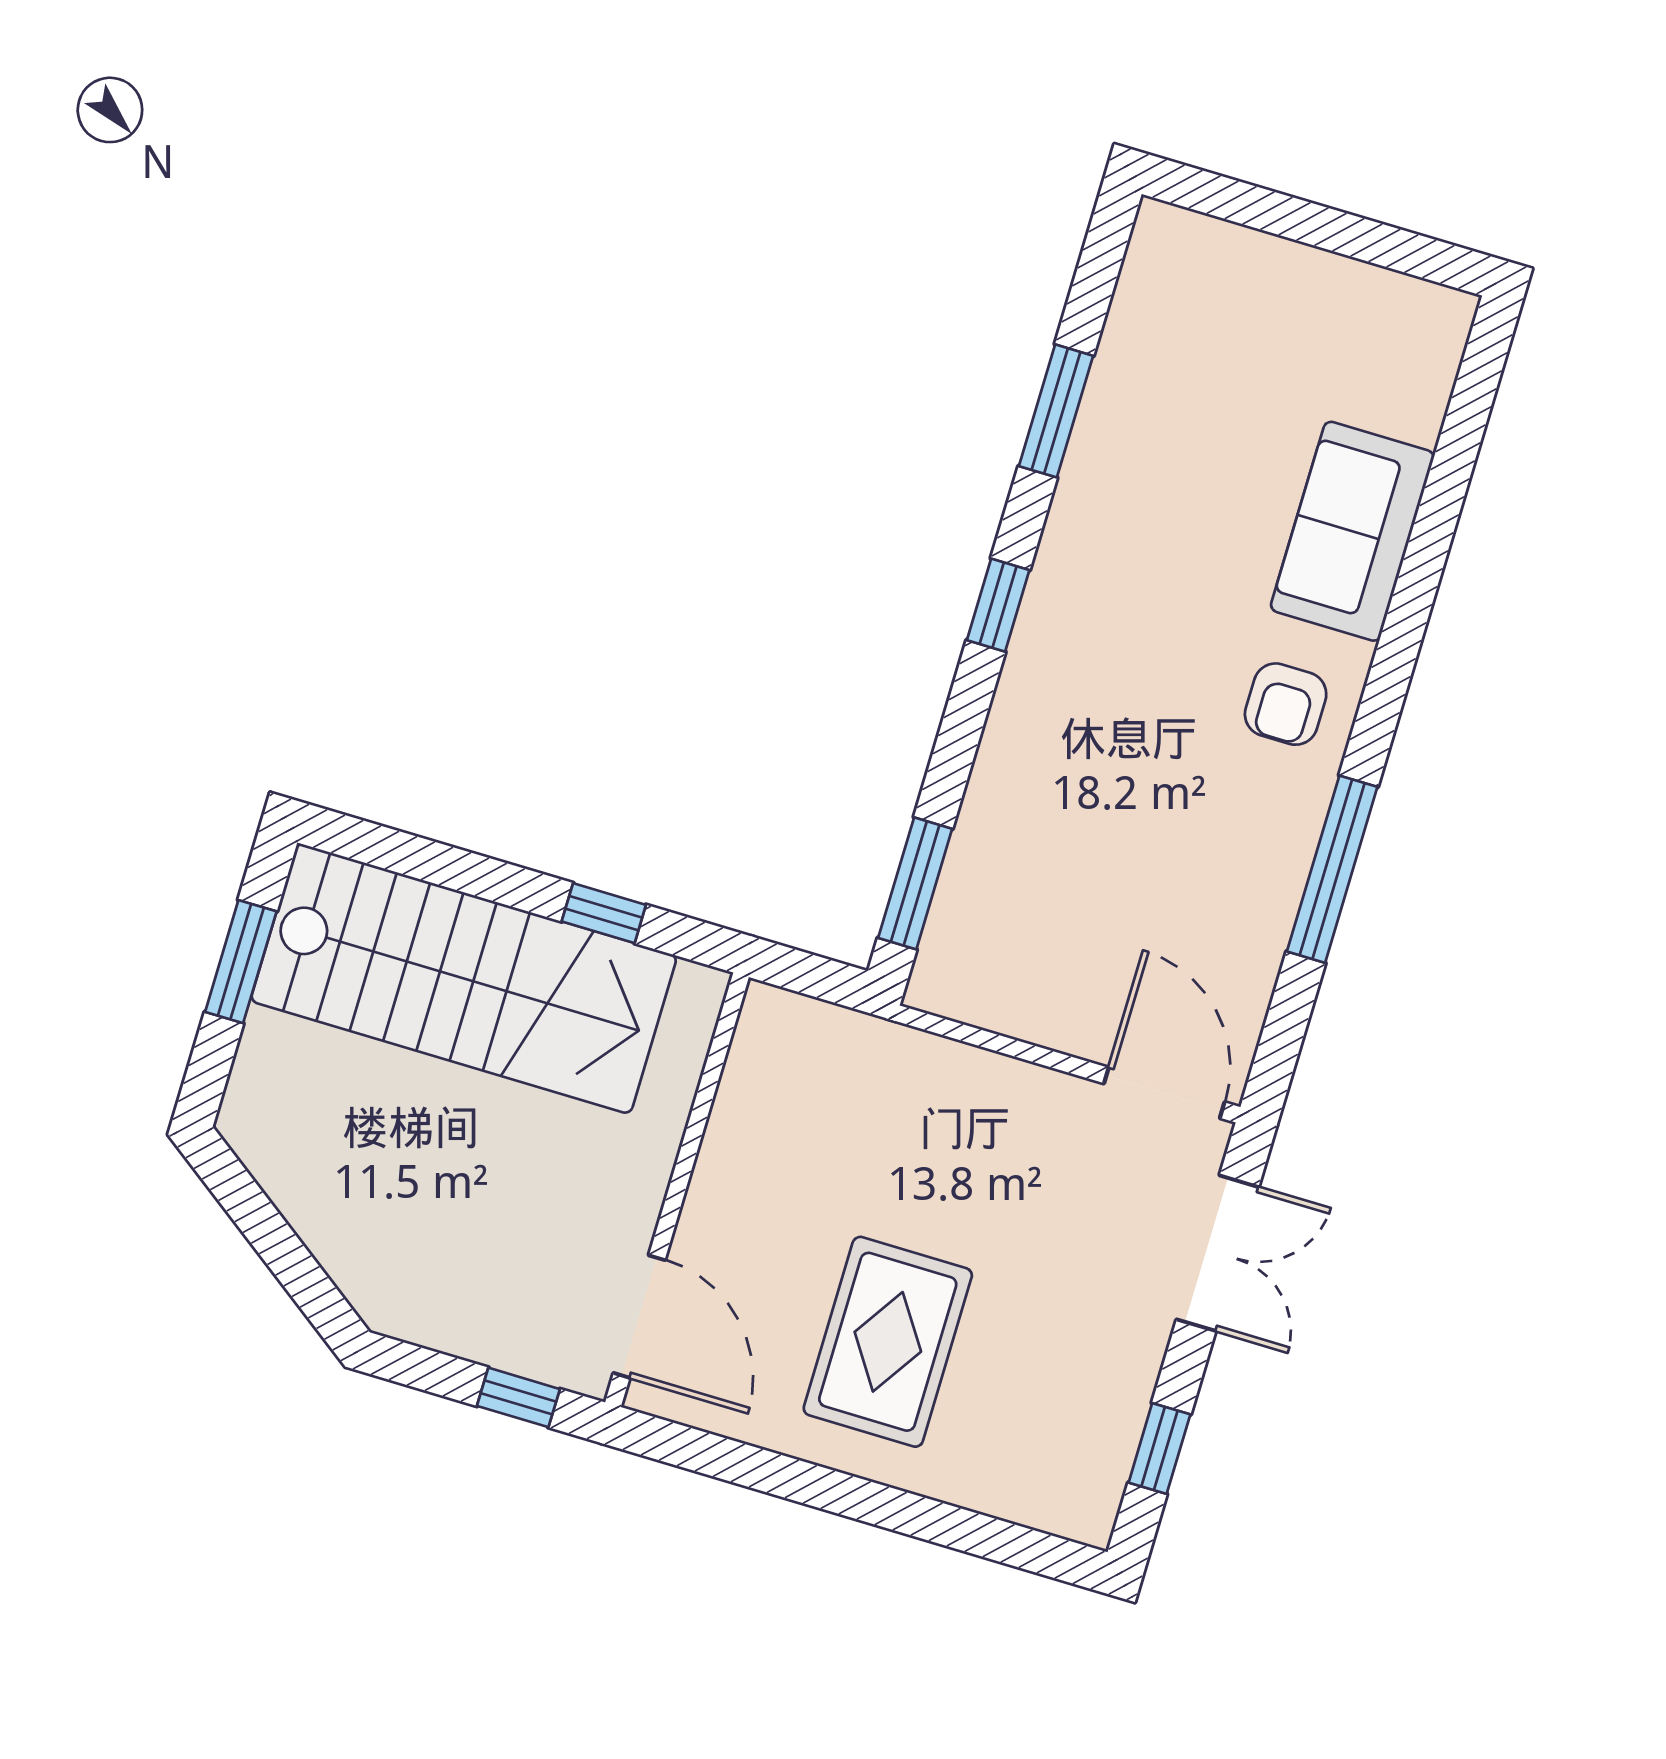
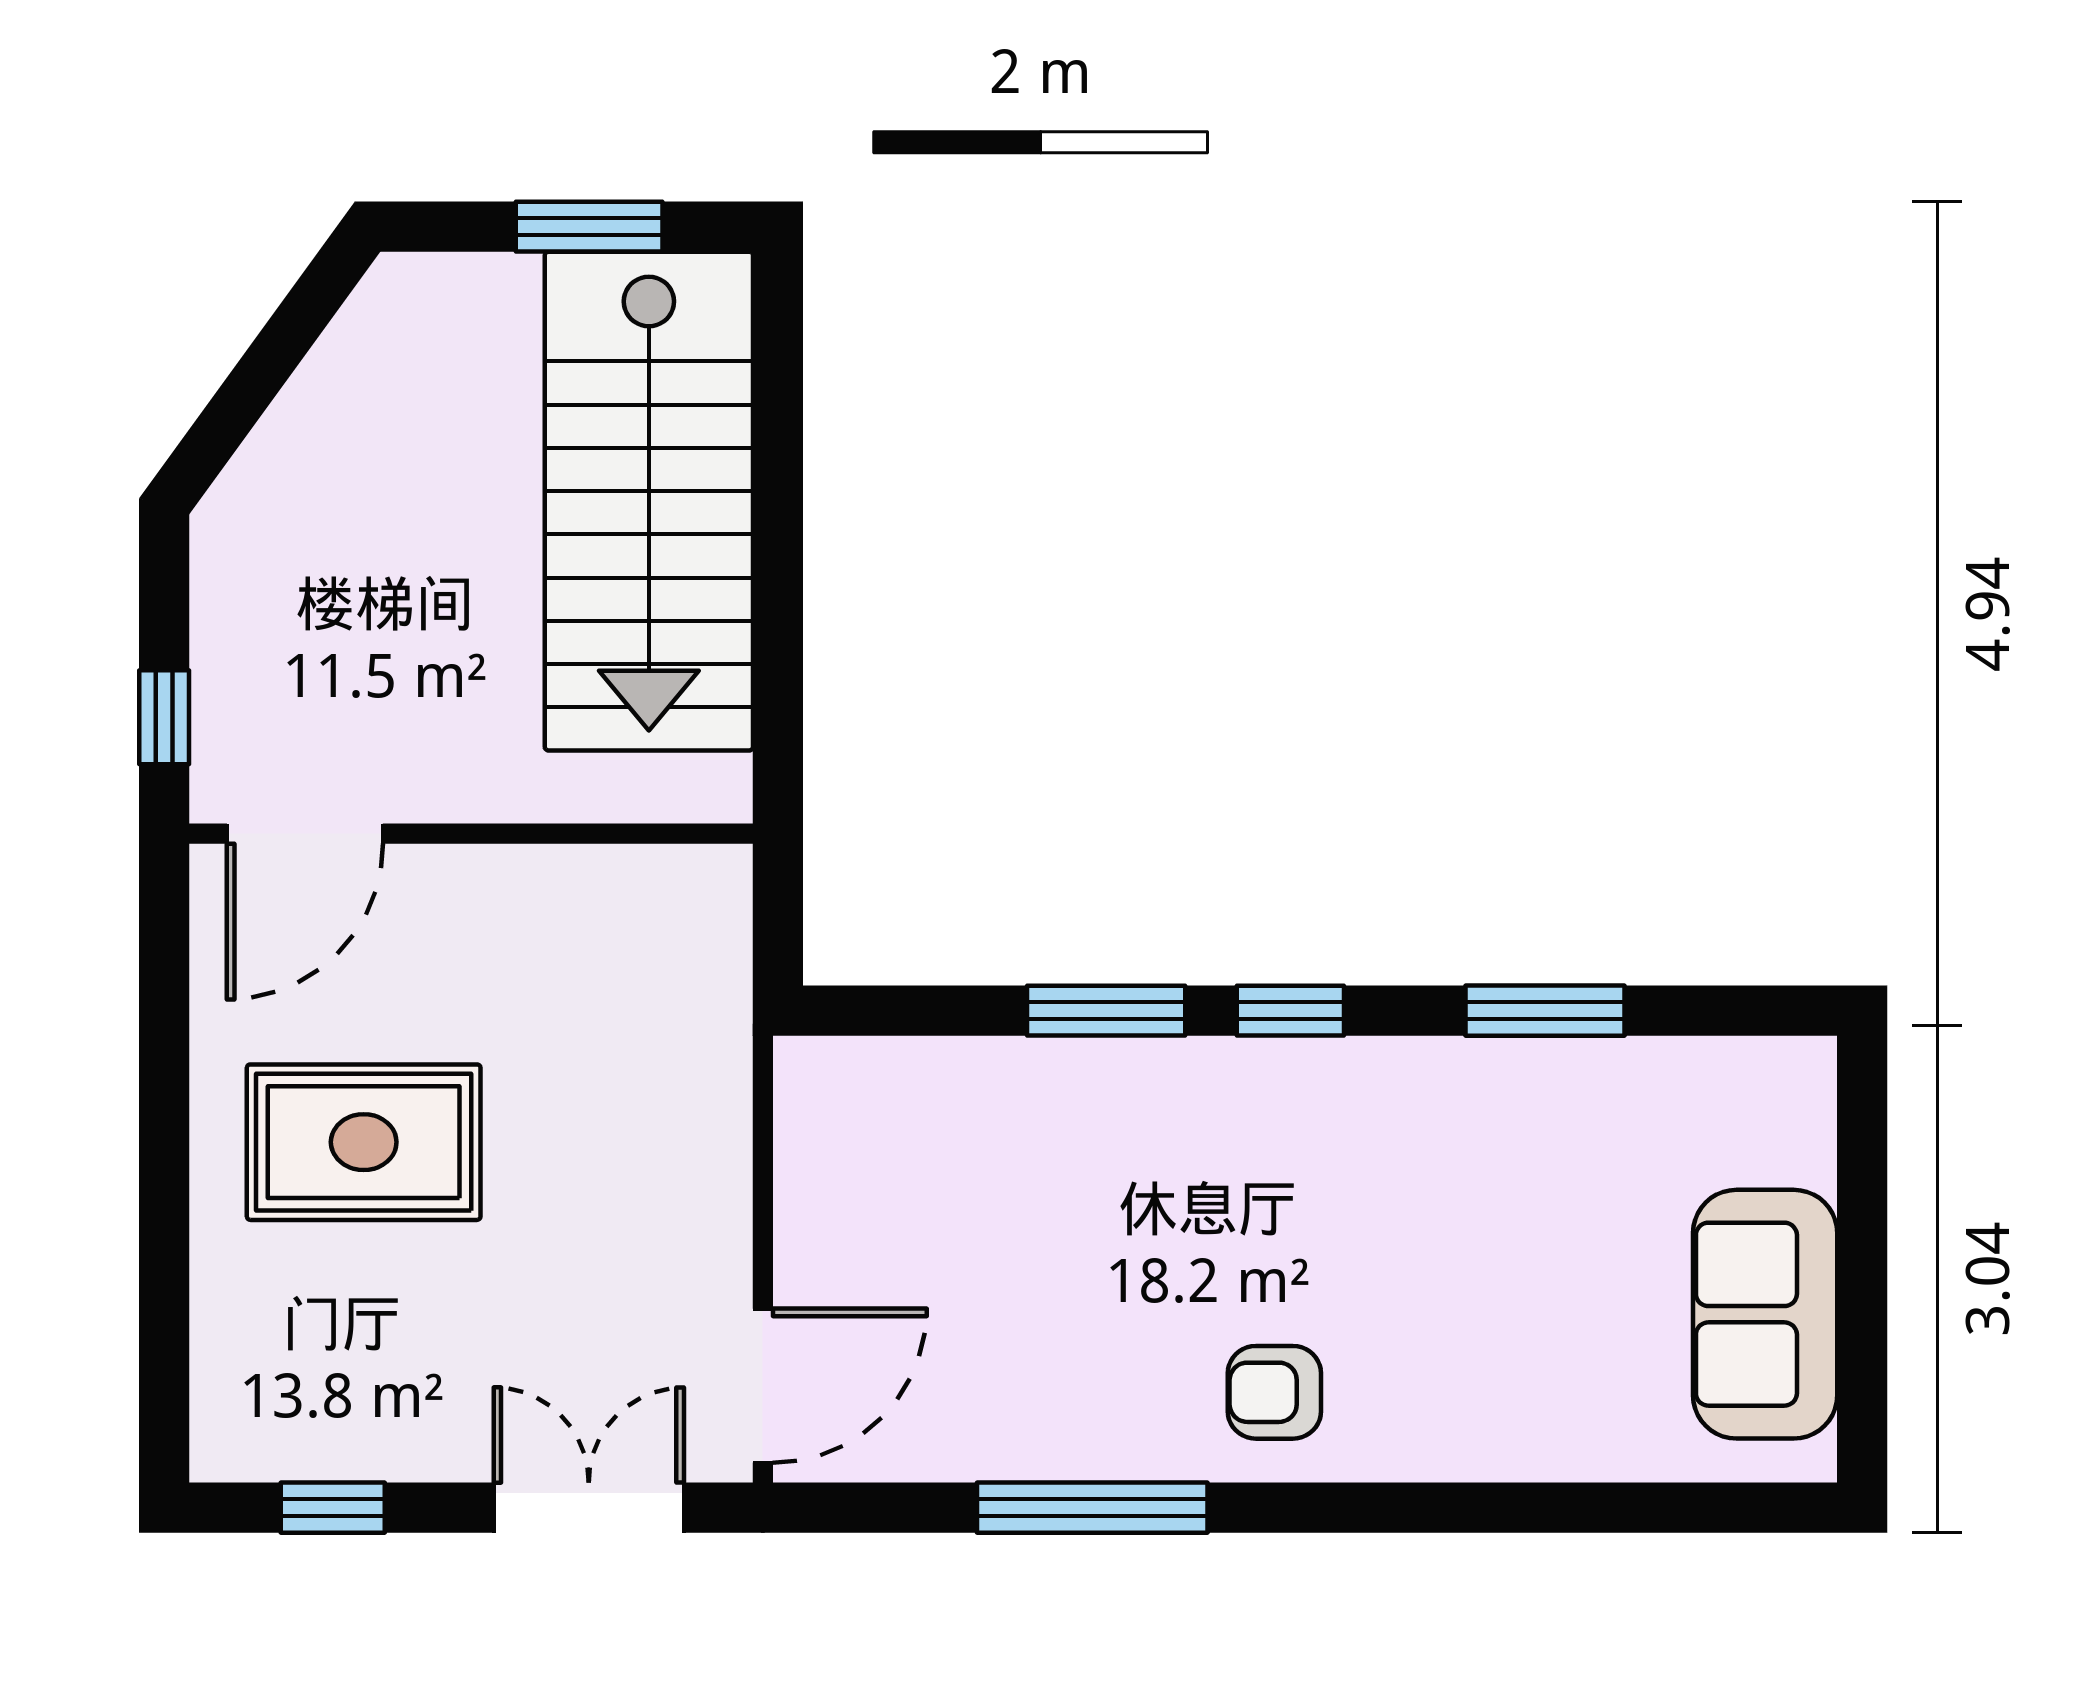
sofa: (1352, 531) -> (1765, 1314), moved, turned -90
window: (915, 883) -> (1106, 1011), moved
window: (604, 913) -> (778, 646), removed
double door: (1218, 1253) -> (589, 1508), swing flipped

